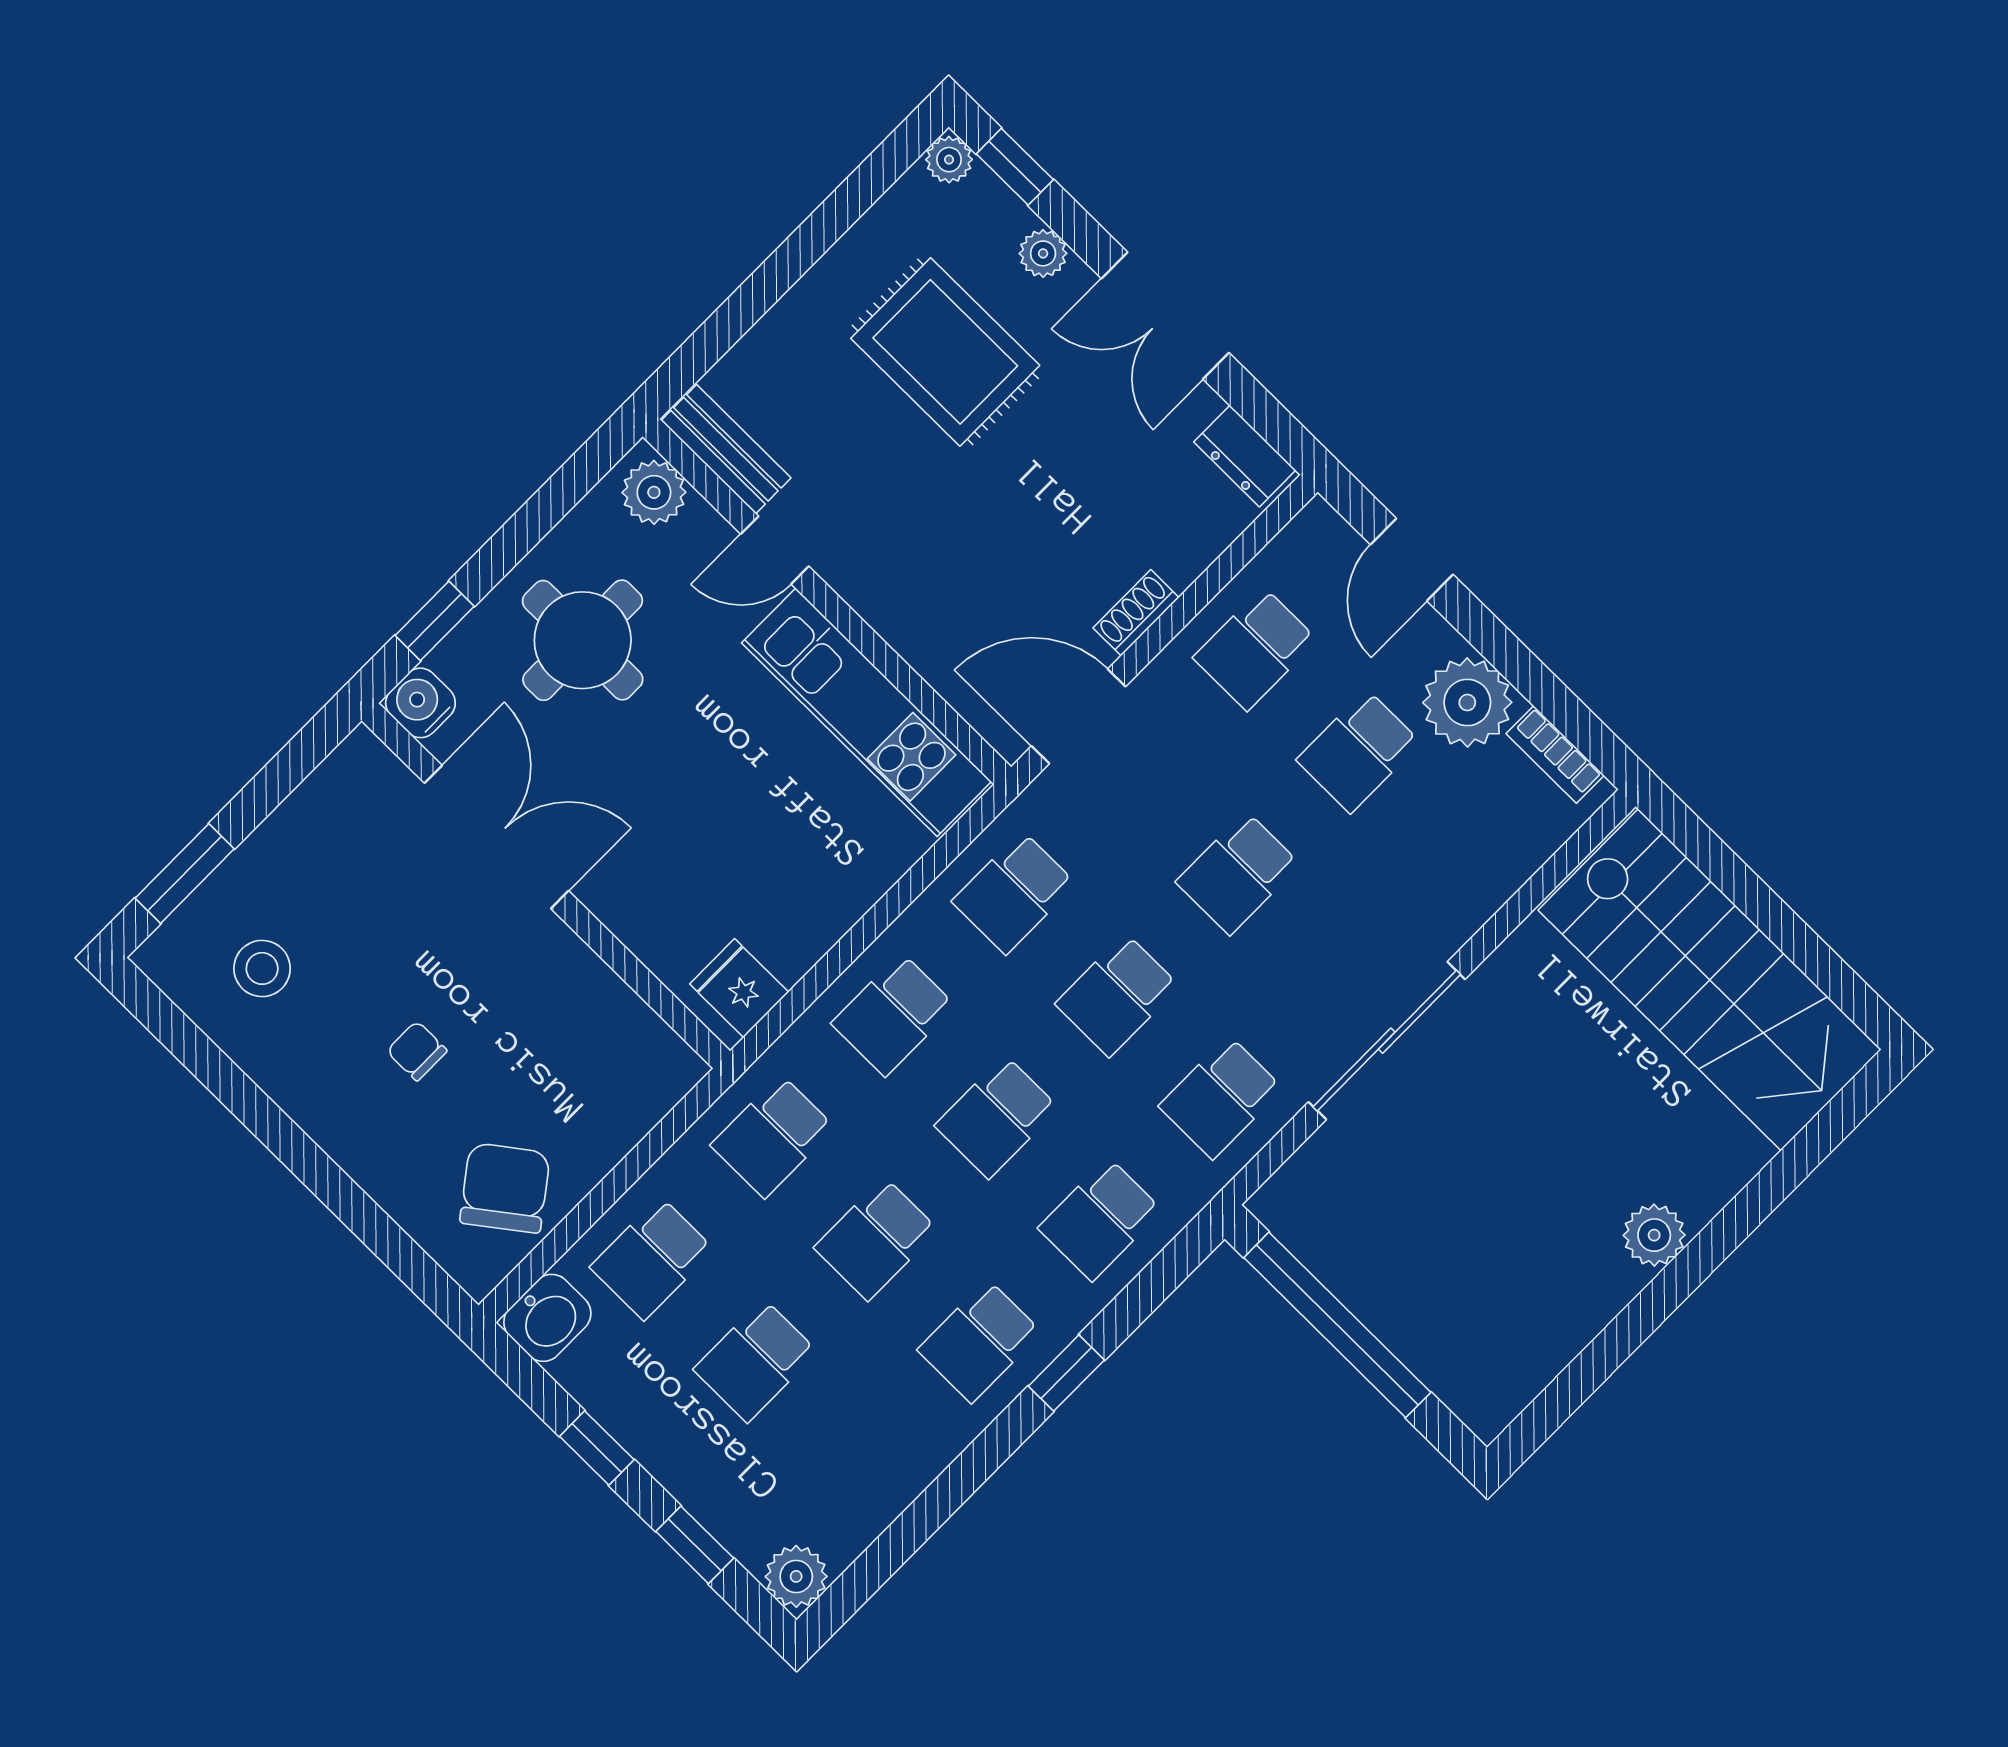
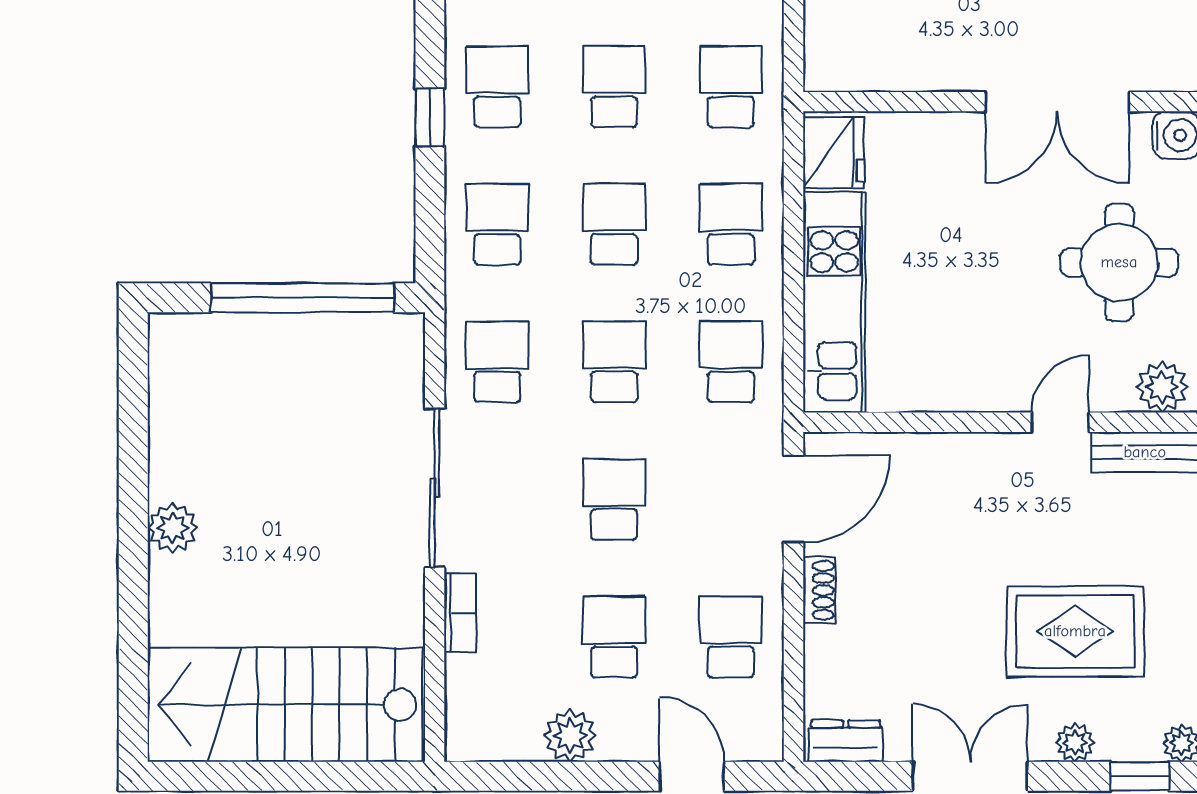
plant: (1467, 702) -> (570, 736), width x0.73, depth x0.73
kitchen unit: (866, 712) -> (834, 302), moved, turned 90
bookcase: (1555, 754) -> (460, 613), moved, turned 90
fridge: (739, 988) -> (834, 152), width x1.38

